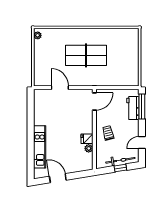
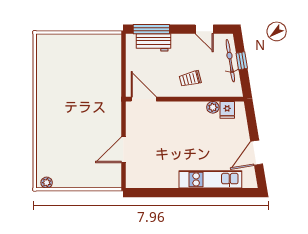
table tennis table: (86, 55) -> (76, 111), removed
fridge: (87, 139) -> (227, 110), moved

